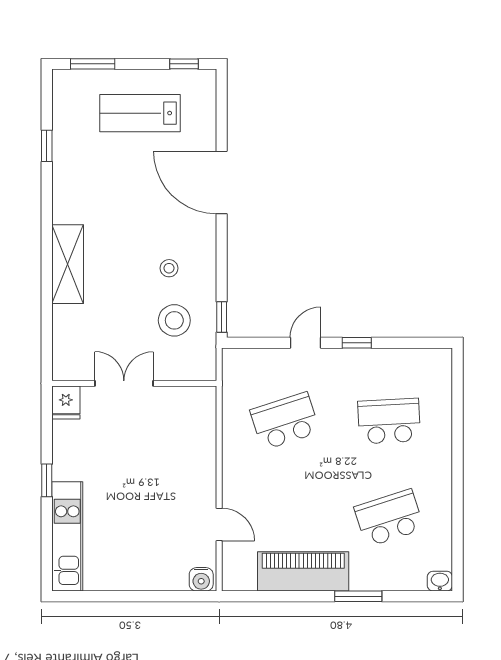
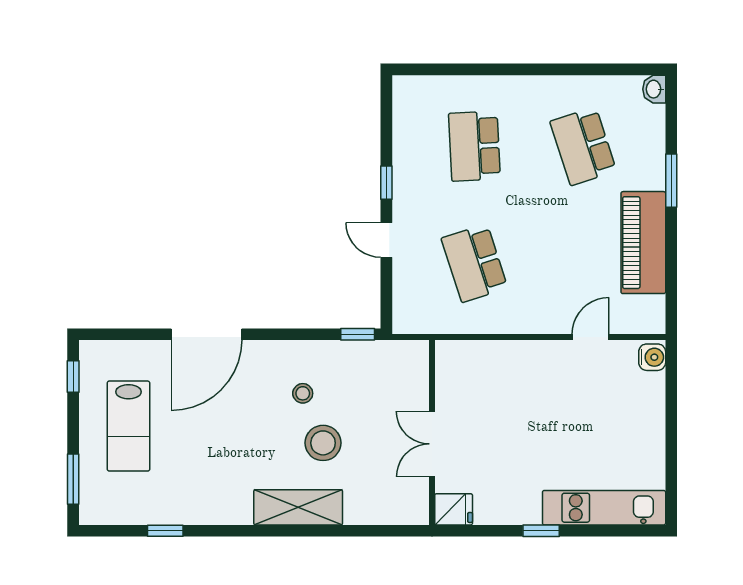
stool: (174, 320) -> (323, 443), moved

